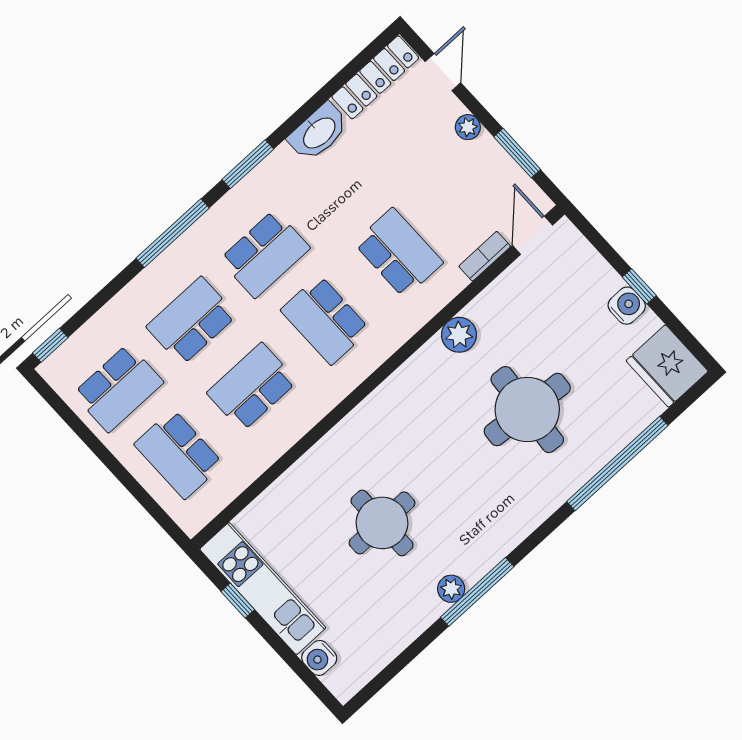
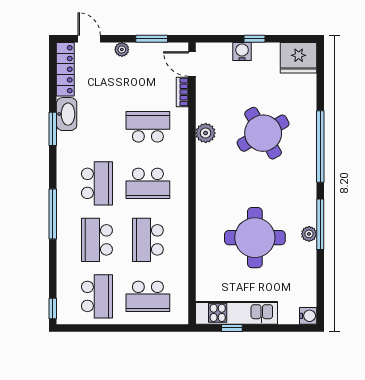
window: (248, 164) -> (53, 129), moved
water cooler: (627, 306) -> (242, 51), moved
round table: (527, 410) -> (263, 133), turned -35
window: (617, 463) -> (320, 147), moved
round table: (382, 523) -> (255, 238), width x1.36, depth x1.36
water cooler: (319, 658) -> (308, 316), moved, turned -90

